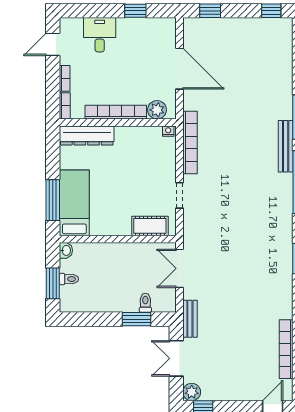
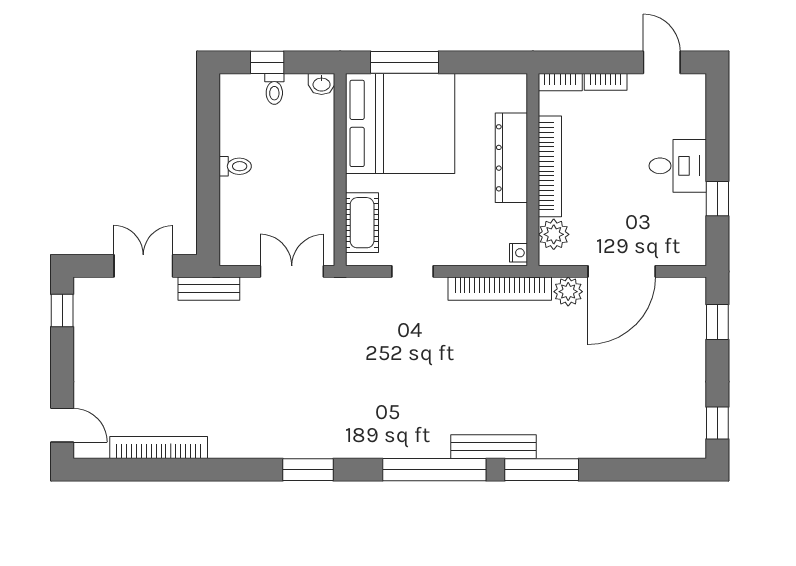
desk: (100, 35) -> (678, 166), moved
dresser: (87, 136) -> (511, 158), moved
bed: (74, 203) -> (400, 123), width x2.04
window: (53, 283) -> (267, 62), width x0.67
toilet: (145, 303) -> (235, 166), moved
window: (137, 319) -> (208, 200), removed
plant: (192, 392) -> (568, 292), moved

